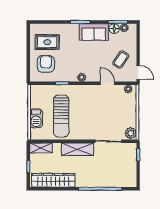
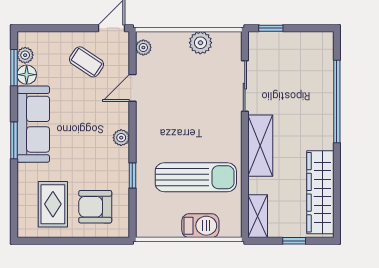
sofa: (94, 32) -> (33, 124), width x1.36
plant: (131, 133) -> (200, 43), moved

